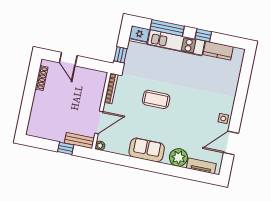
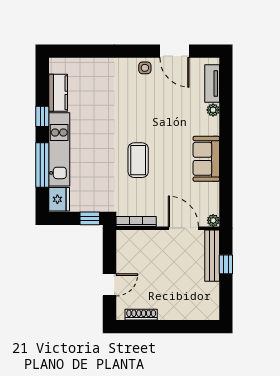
bench: (79, 141) -> (212, 256), width x1.36
plant: (178, 157) -> (213, 110), width x0.53, depth x0.53

